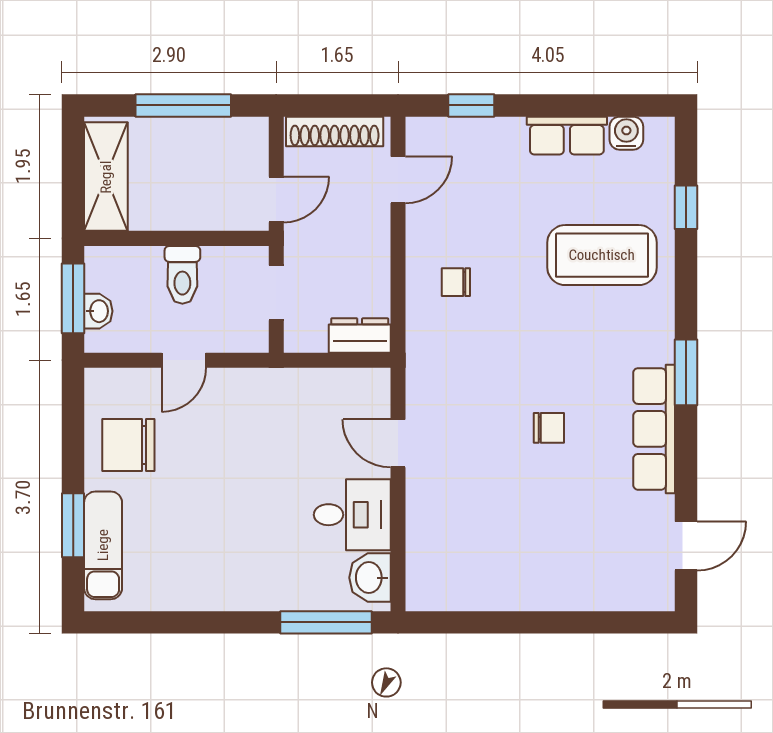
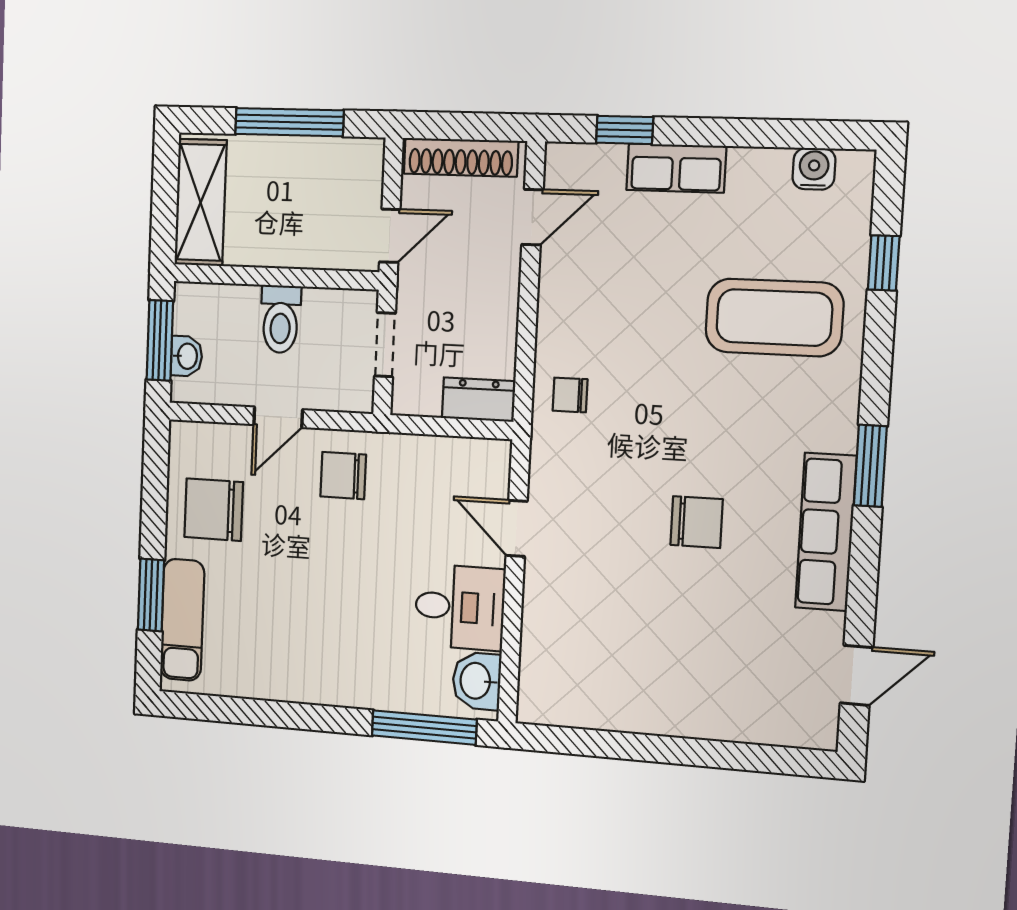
row of seats: (567, 136) -> (676, 168), moved
chair: (456, 282) -> (570, 395), moved
chair: (244, 408) -> (343, 476), added
chair: (549, 428) -> (697, 522), width x1.37, depth x1.37

